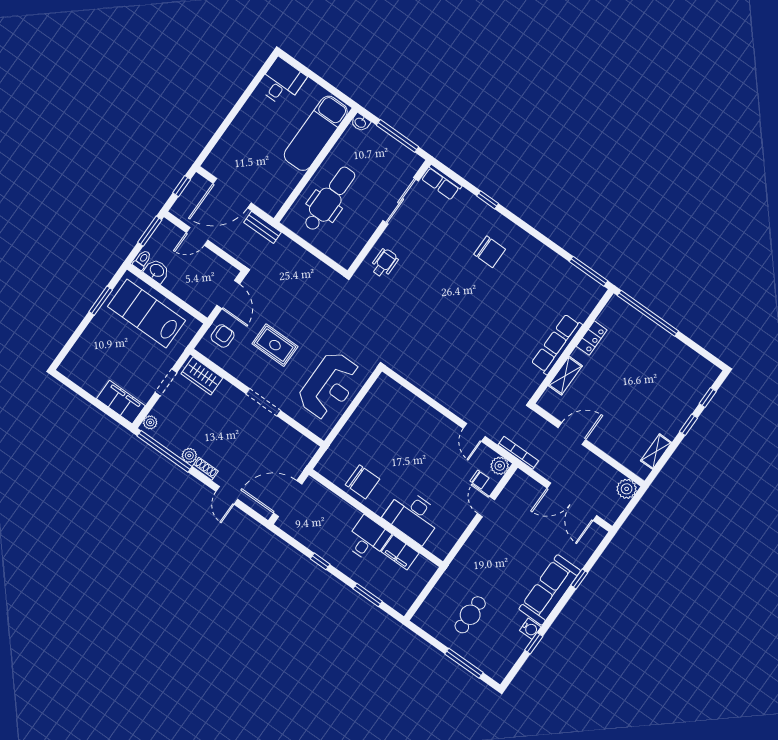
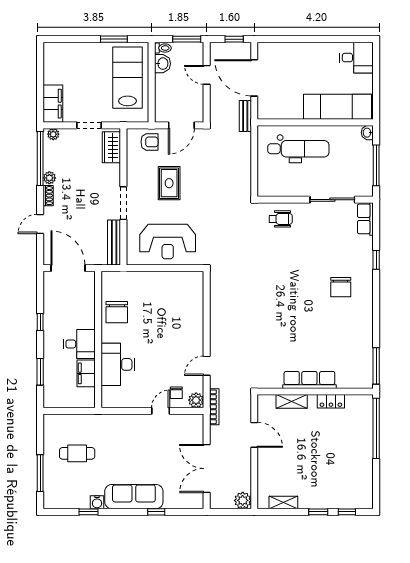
bench: (294, 437) -> (114, 242), added

